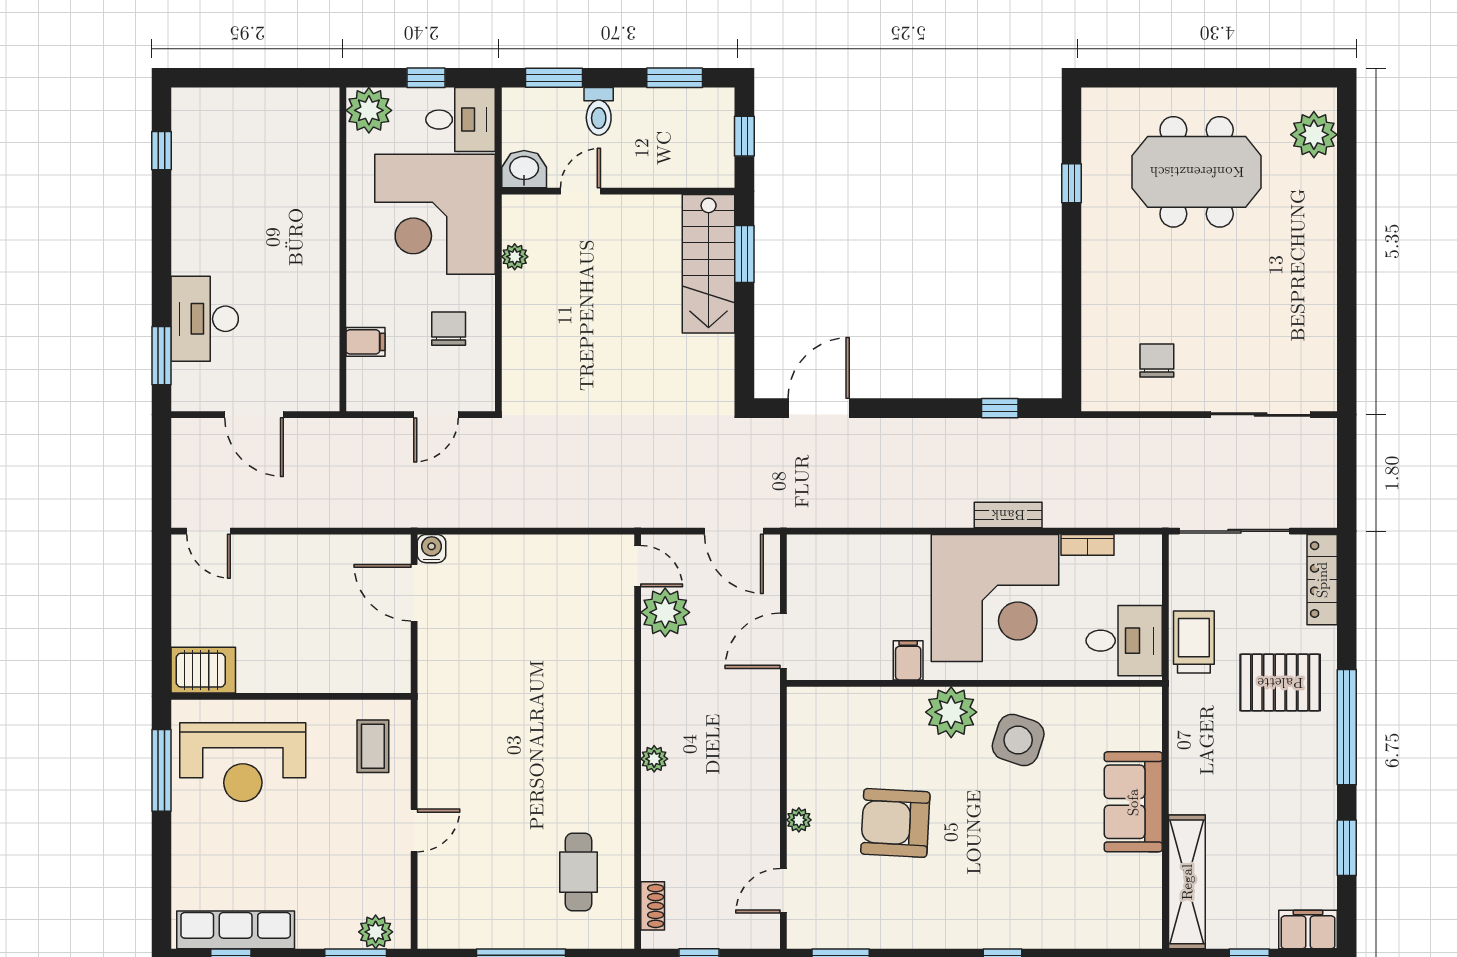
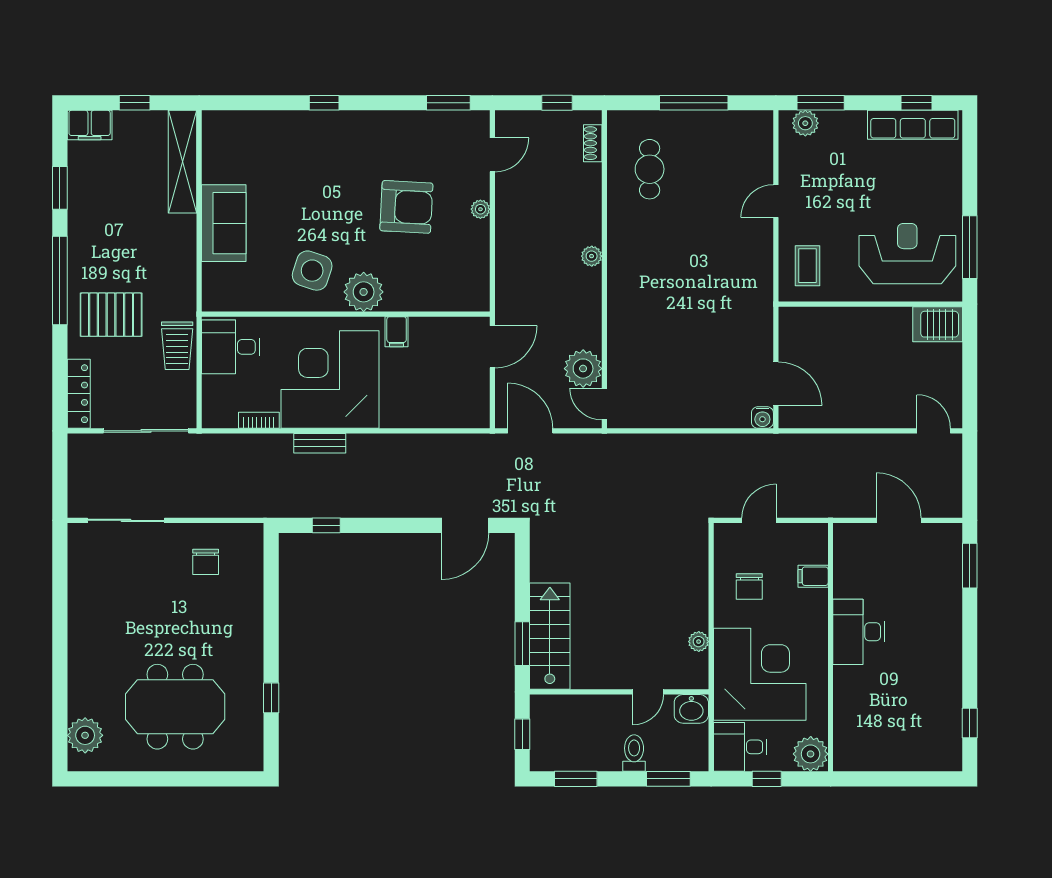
desk: (205, 319) -> (859, 632), moved, turned 180

